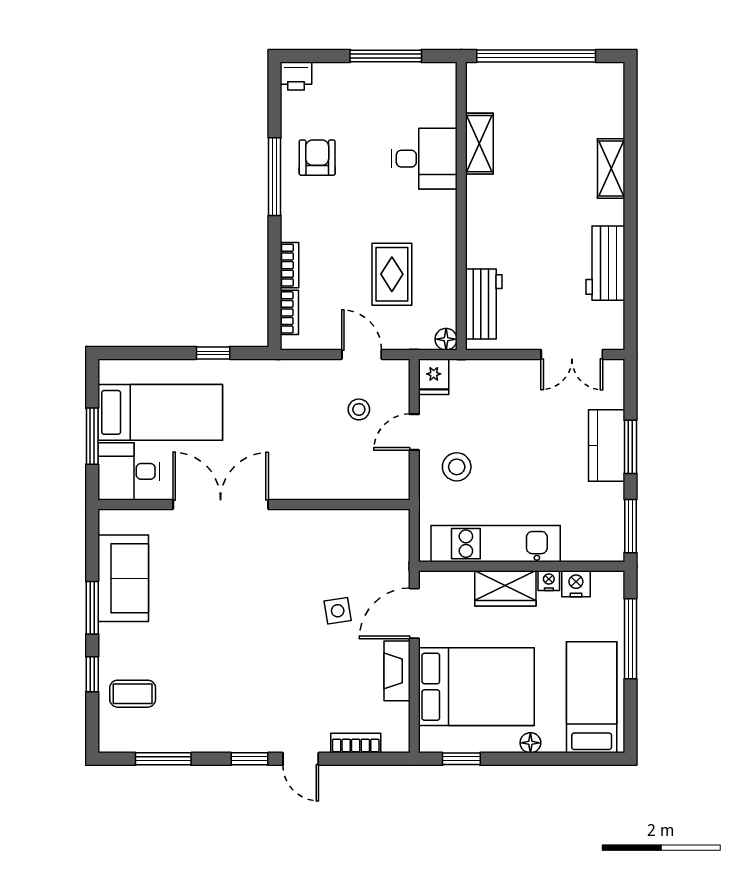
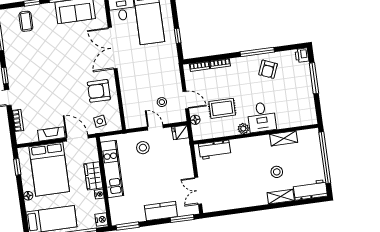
window: (386, 56) -> (314, 78), moved
armchair: (317, 158) -> (268, 69), turned 112
desk: (424, 159) -> (262, 117), moved
stool: (554, 170) -> (277, 172), added
plant: (444, 232) -> (243, 129), added
workbench: (605, 263) -> (310, 190), moved
floor lamp: (446, 339) -> (195, 120), moved
door: (362, 354) -> (186, 100), hinge flipped
window: (630, 447) -> (182, 219), moved
double door: (221, 504) -> (113, 48), swing flipped
armchair: (314, 549) -> (99, 91), added
nightstand: (576, 584) -> (101, 220), moved
side table: (338, 611) -> (100, 121), moved

